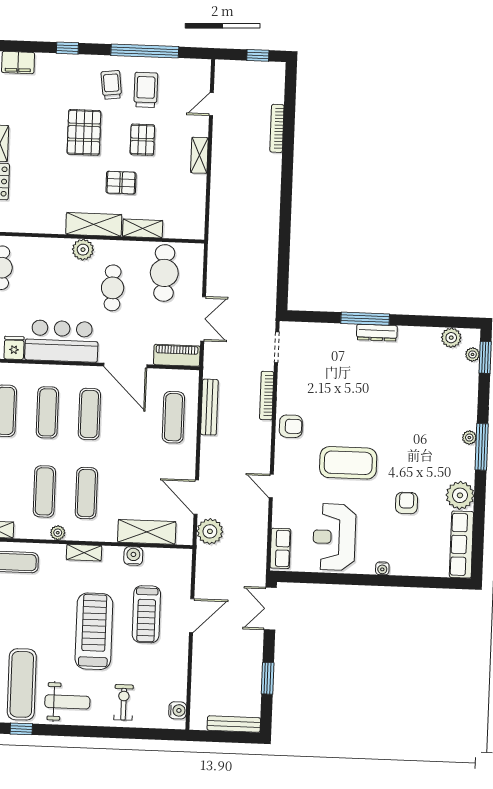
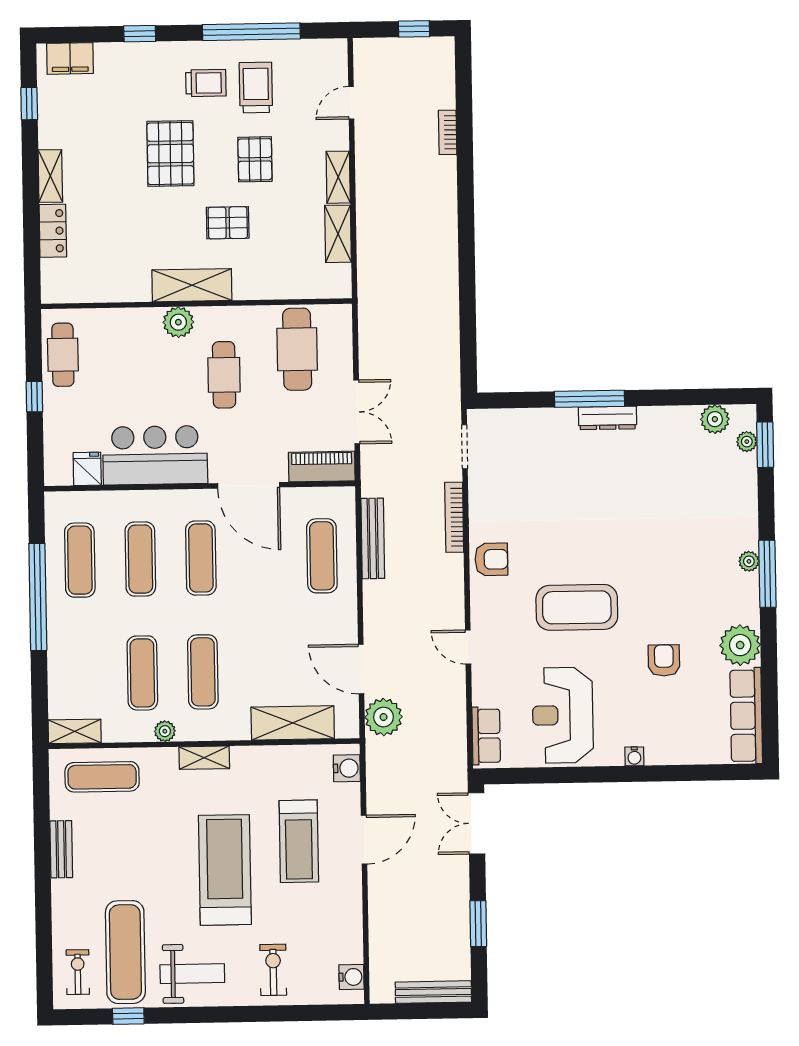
trolley: (111, 85) -> (206, 83), turned 97
bookcase: (277, 128) -> (448, 132), width x0.64
shelving: (143, 228) -> (338, 234), moved, turned 90
water cooler: (133, 556) -> (347, 768), moved, turned 90

